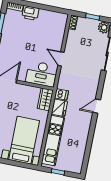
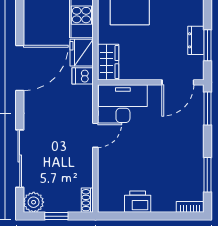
printer: (30, 13) -> (138, 202), moved
door: (61, 59) -> (95, 135), hinge flipped
door: (97, 106) -> (20, 68), width x1.87

